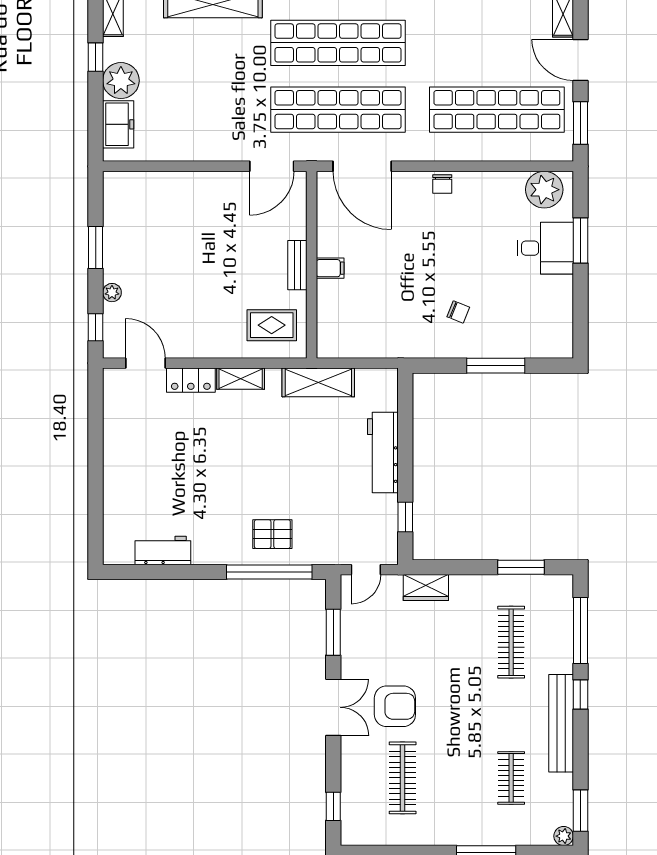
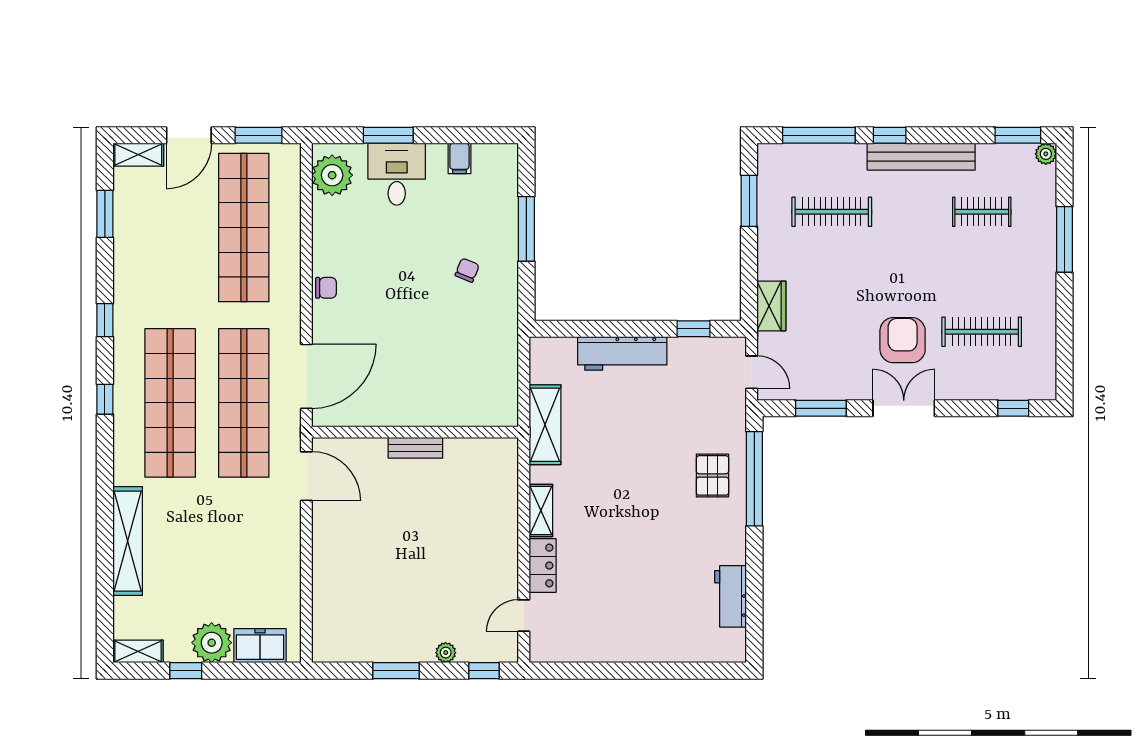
filing cabinet: (330, 268) -> (459, 158), moved, turned 180
rug: (272, 325) -> (482, 476), removed
door: (146, 363) -> (524, 616), width x0.73

